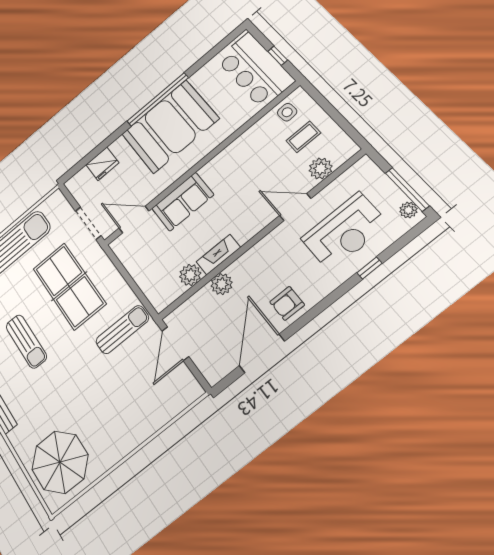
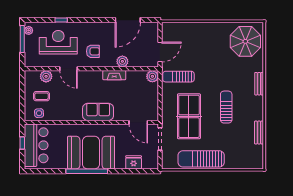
sofa: (183, 202) -> (98, 112), moved
plant: (190, 275) -> (152, 76), moved
armchair: (287, 303) -> (93, 51), moved

